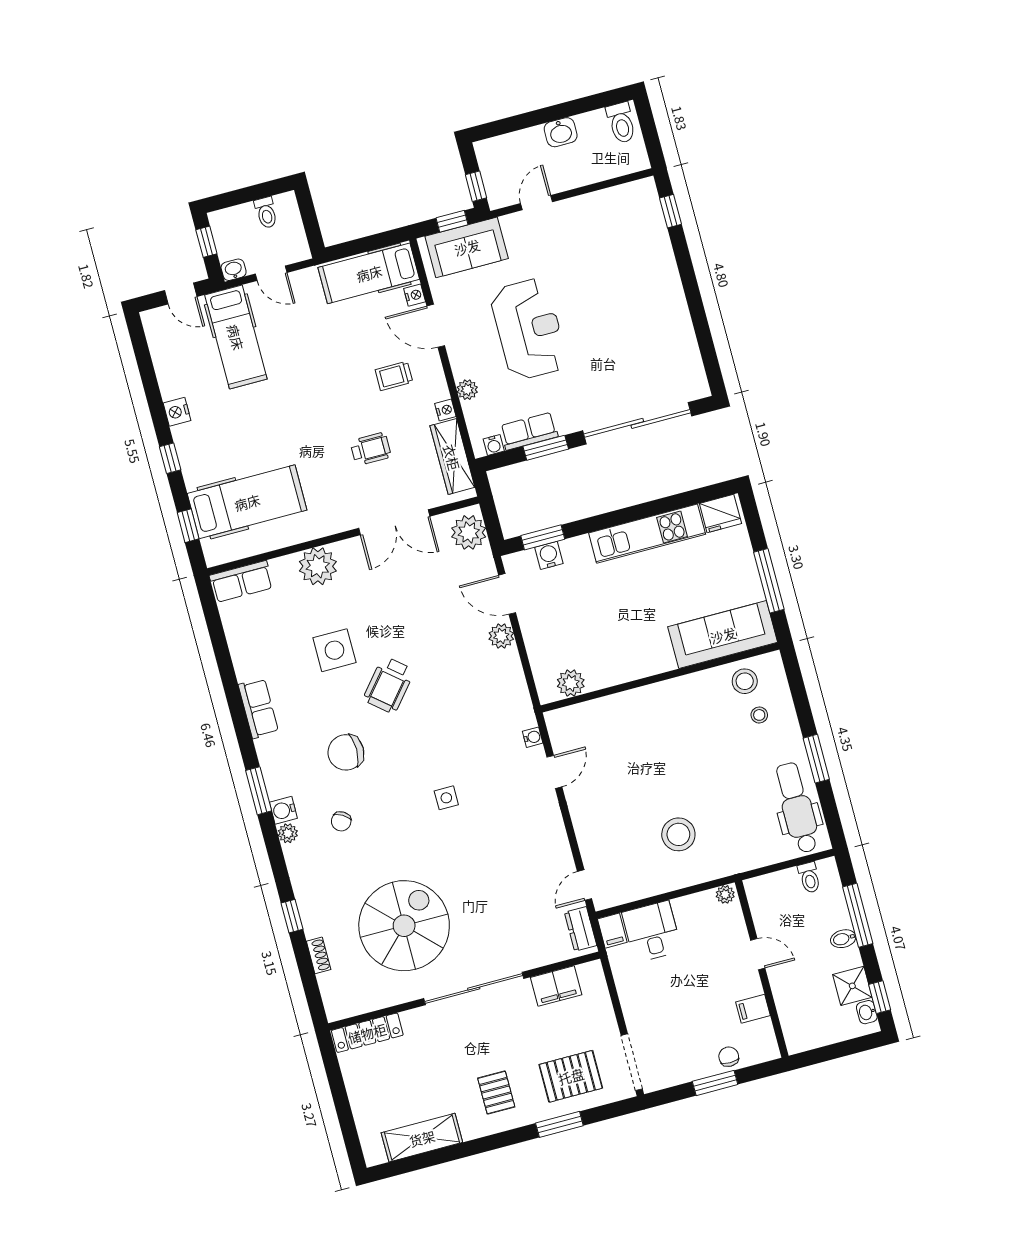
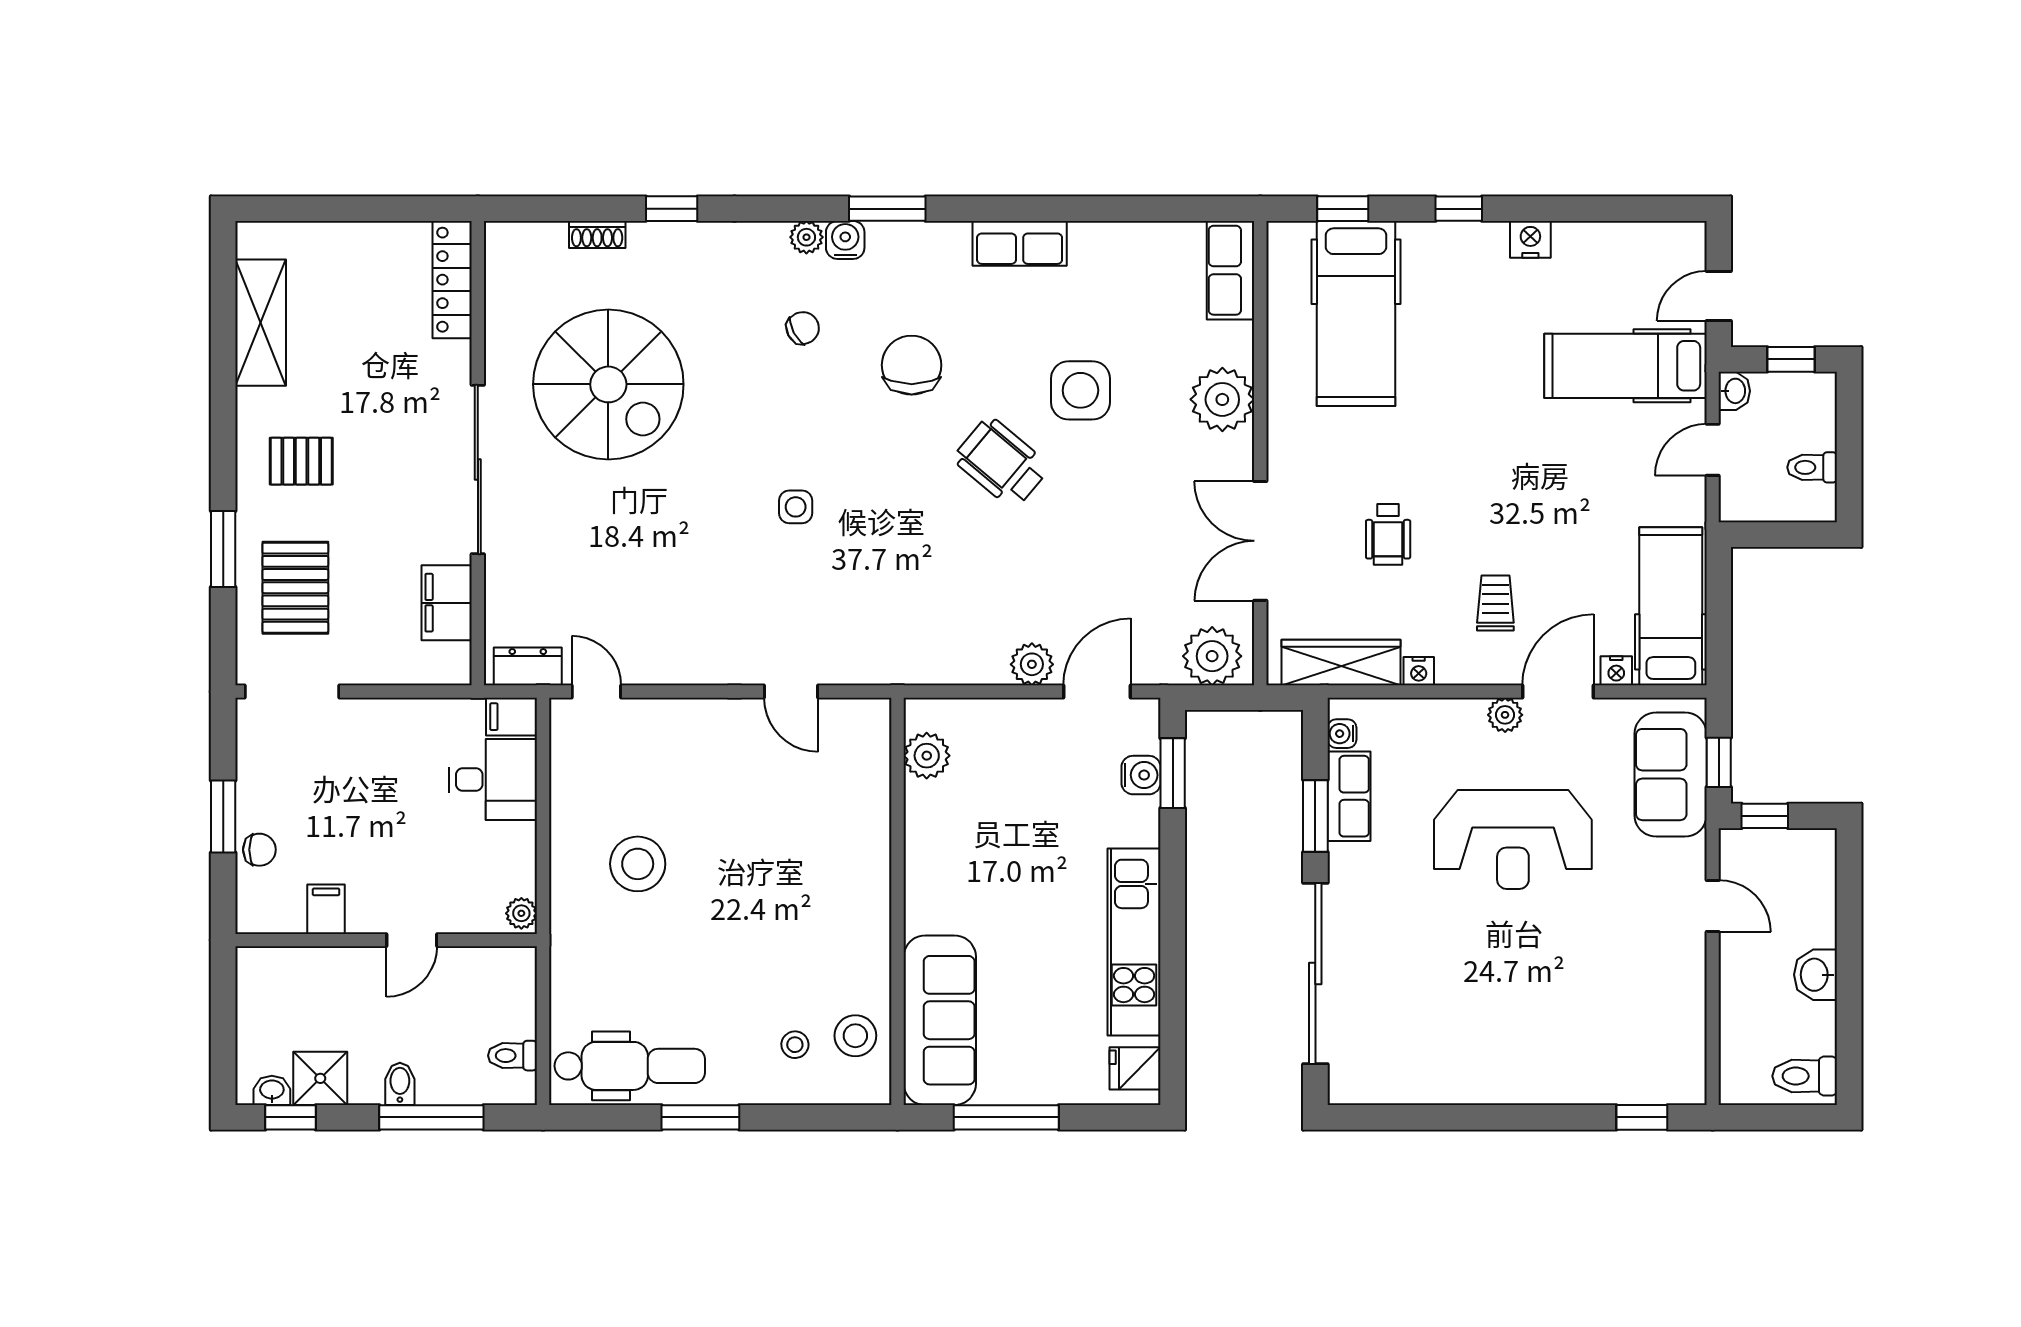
plant: (467, 390) -> (1505, 715), moved
fridge: (720, 514) -> (1135, 1068), width x0.72
water cooler: (533, 737) -> (856, 671), removed
chair: (341, 821) -> (803, 328), turned 121

